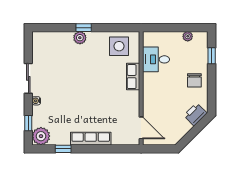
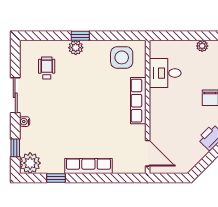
wheelchair: (55, 55) -> (47, 68), added
row of seats: (133, 77) -> (138, 101), width x1.48

